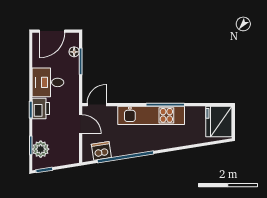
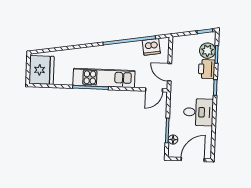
printer: (41, 108) -> (207, 69), moved

